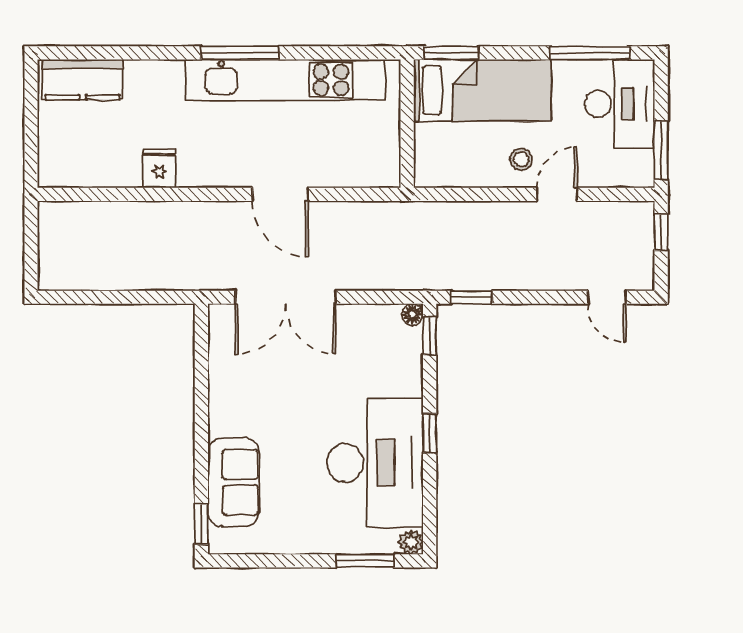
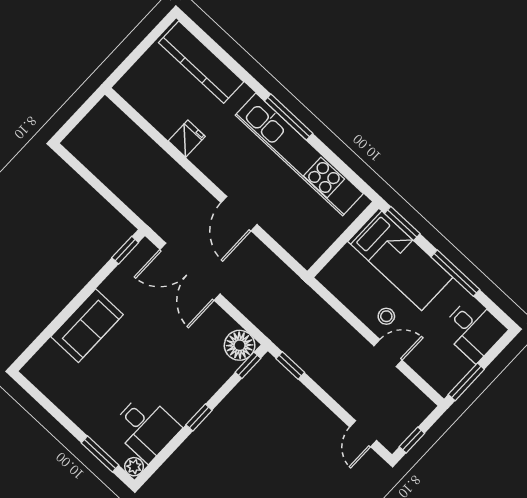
window: (589, 53) -> (455, 273), moved
kitchen counter: (83, 79) -> (201, 62), width x1.50
desk: (620, 104) -> (474, 329), width x0.73
window: (661, 232) -> (412, 440), moved
floor lamp: (412, 314) -> (240, 345), width x1.89, depth x1.89
desk: (375, 462) -> (146, 428), width x0.53, depth x0.77
sofa: (234, 482) -> (87, 326), moved
window: (201, 524) -> (125, 250), moved

